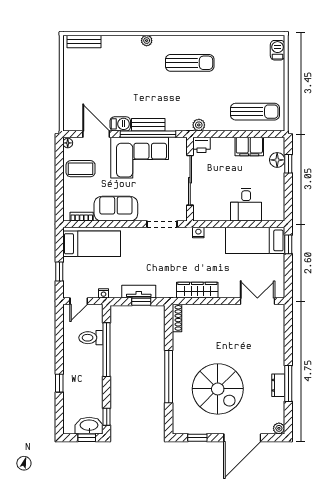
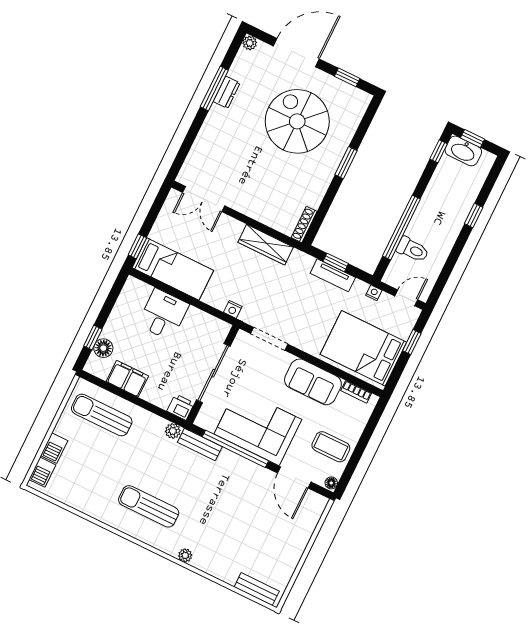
barbecue: (120, 124) -> (54, 448), moved, turned -90
bench: (148, 125) -> (200, 444), moved
bed: (92, 244) -> (363, 348), width x1.50
window: (169, 377) -> (346, 163), width x0.47

